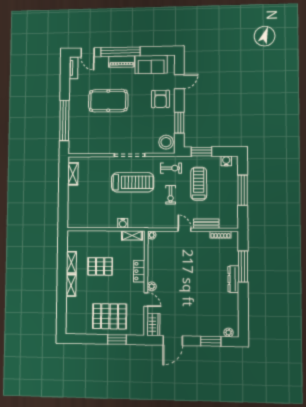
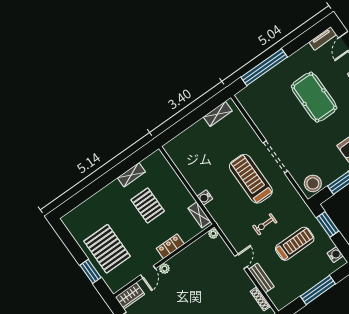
exercise bike: (171, 168) -> (291, 206), removed
treadmill: (133, 182) -> (251, 179), turned 180
shelving: (71, 285) -> (109, 190), removed

